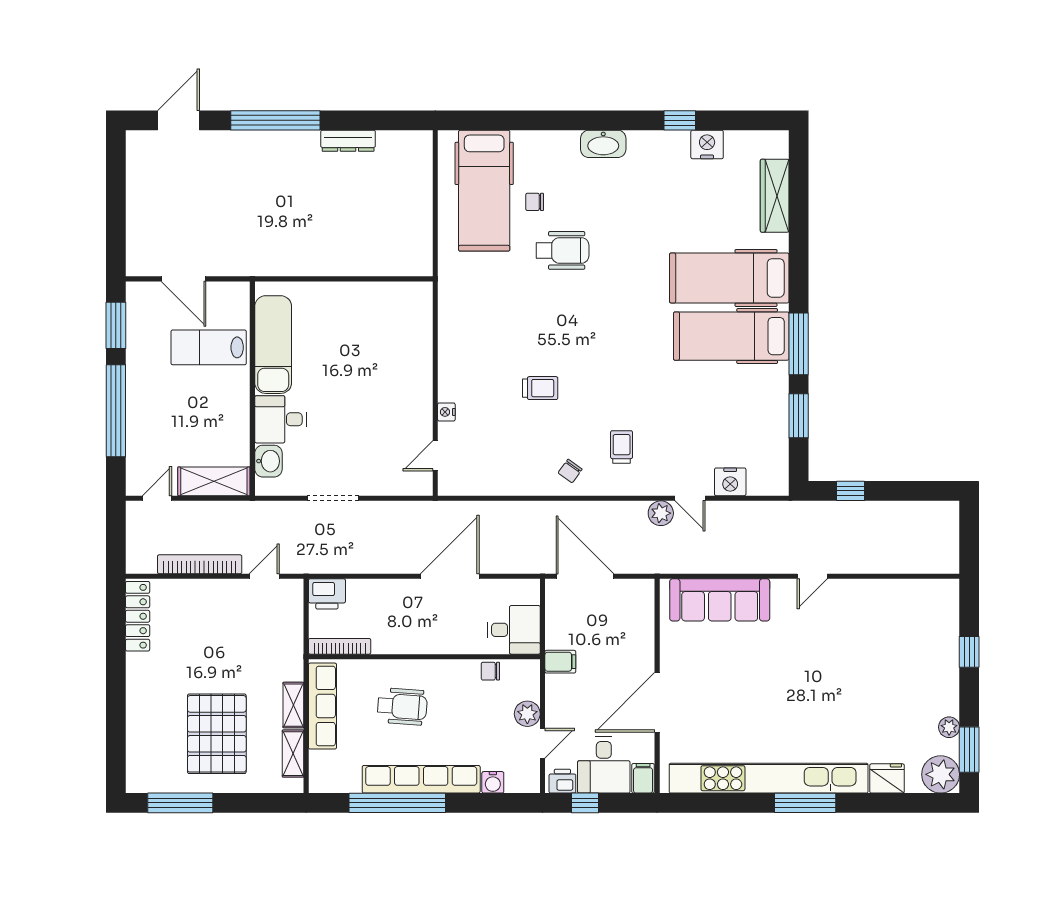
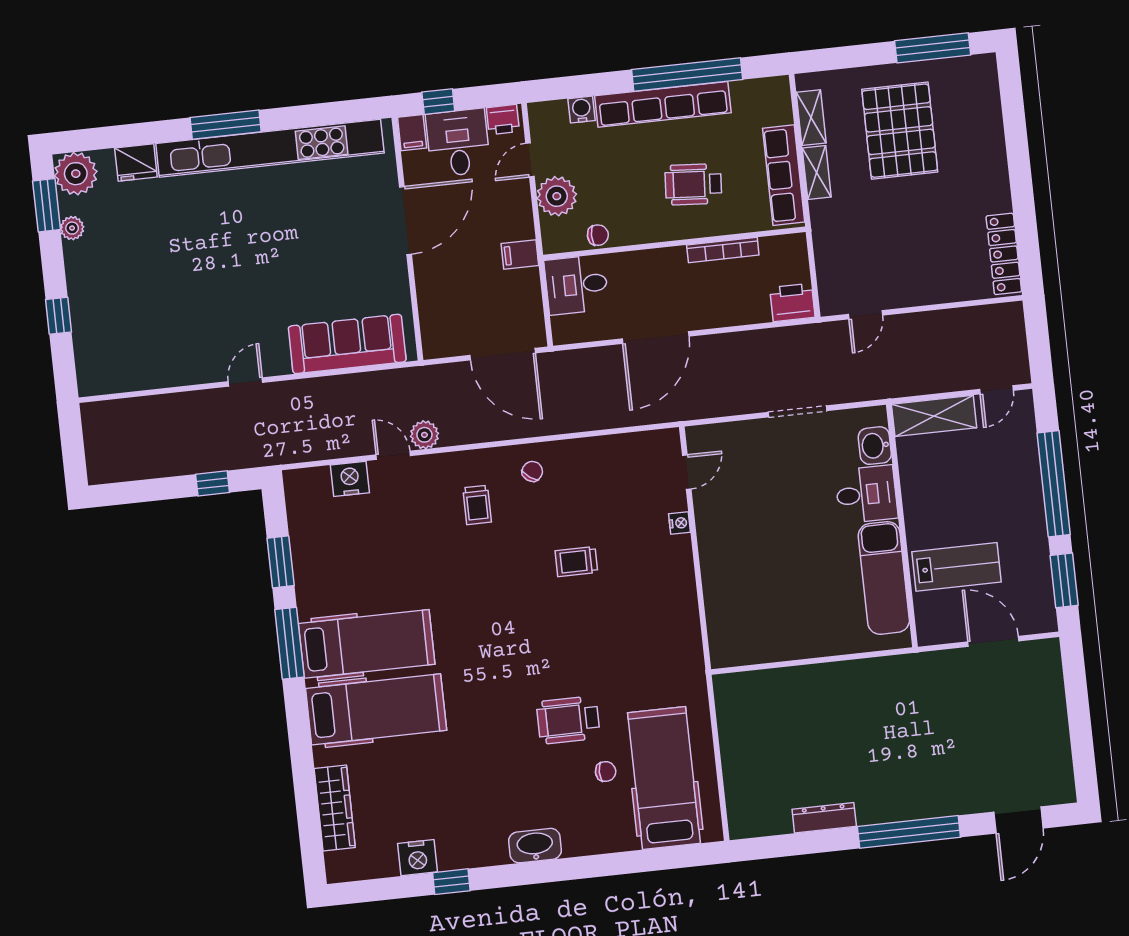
bookcase: (200, 564) -> (940, 320), removed
bookcase: (340, 646) -> (723, 250), moved
plant: (527, 714) -> (557, 196), width x1.36, depth x1.36
window: (585, 803) -> (438, 102), moved

